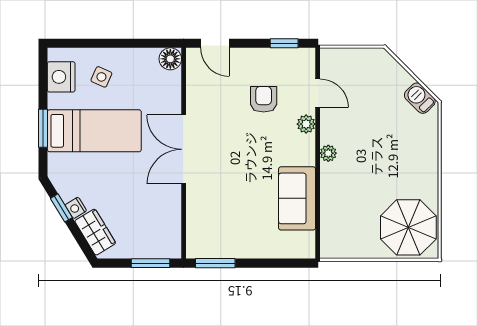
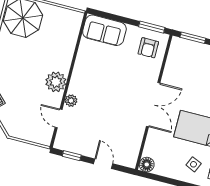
door: (215, 43) -> (103, 164), moved
armchair: (264, 99) -> (148, 48), moved
plant: (328, 153) -> (56, 82), width x1.88, depth x1.88
sofa: (297, 198) -> (104, 30), moved, turned 90

